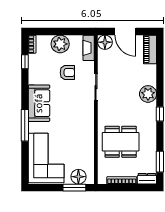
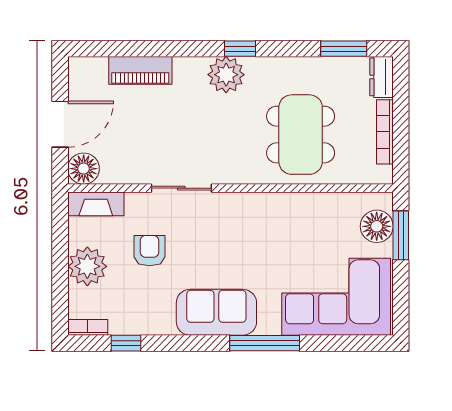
piano: (150, 49) -> (140, 70), moved
plant: (148, 94) -> (226, 75), moved

